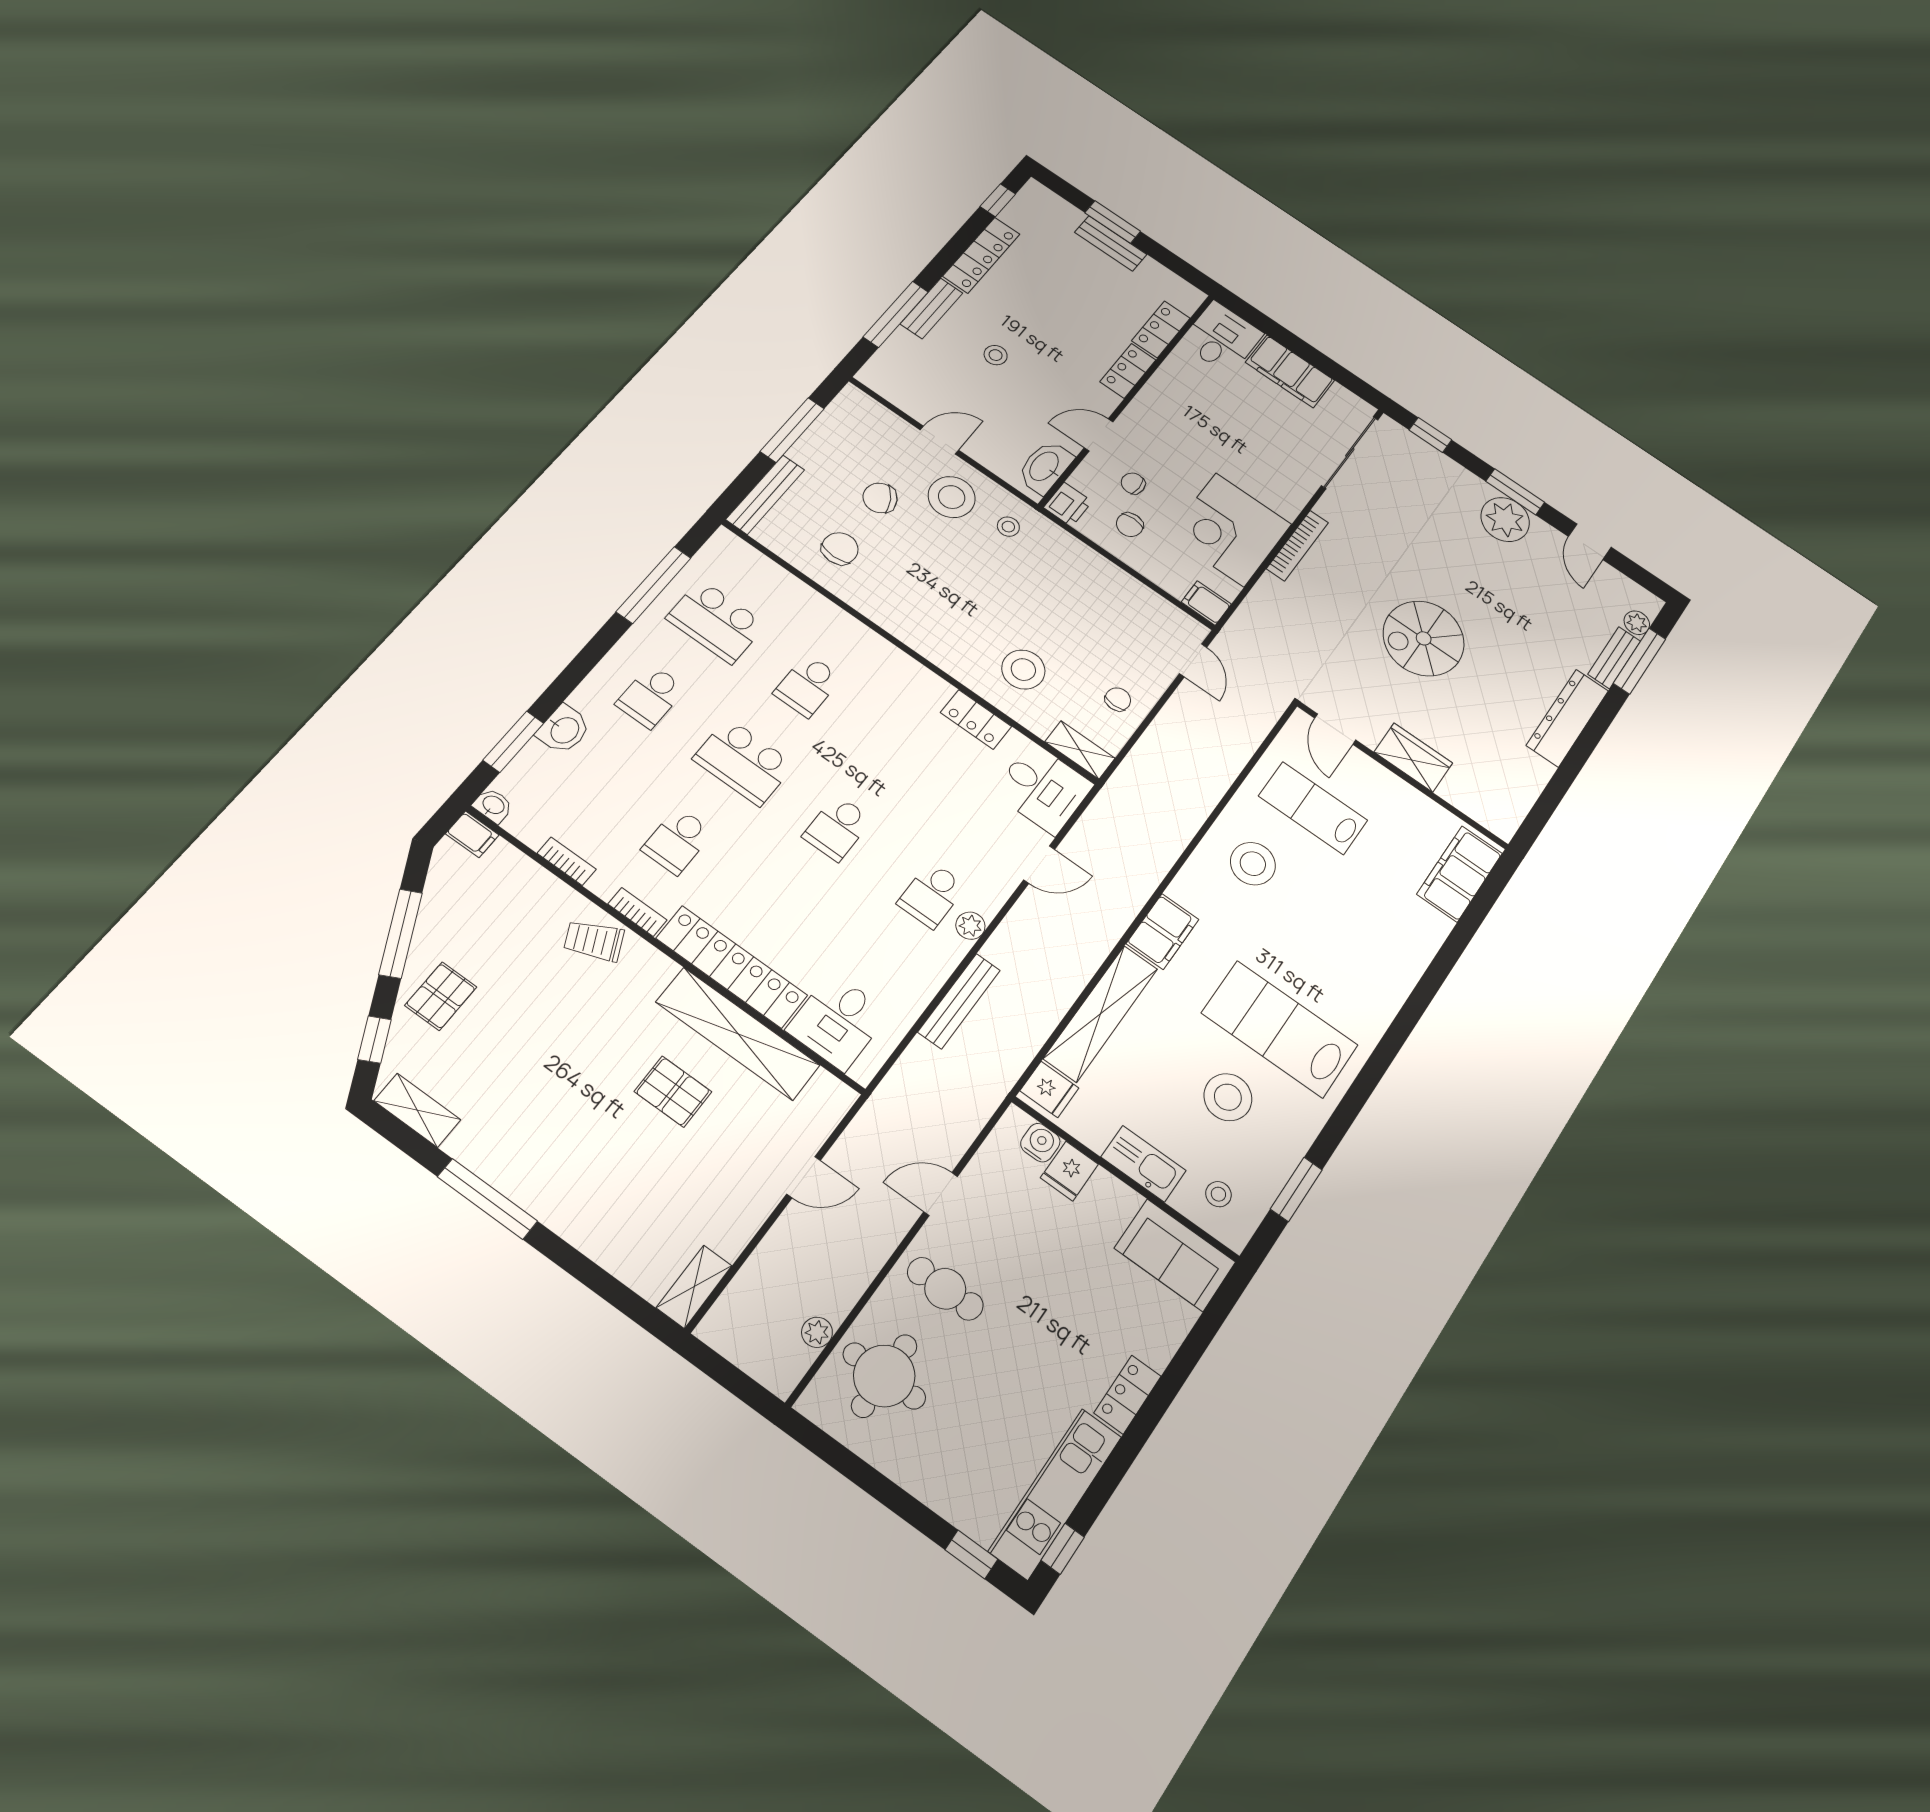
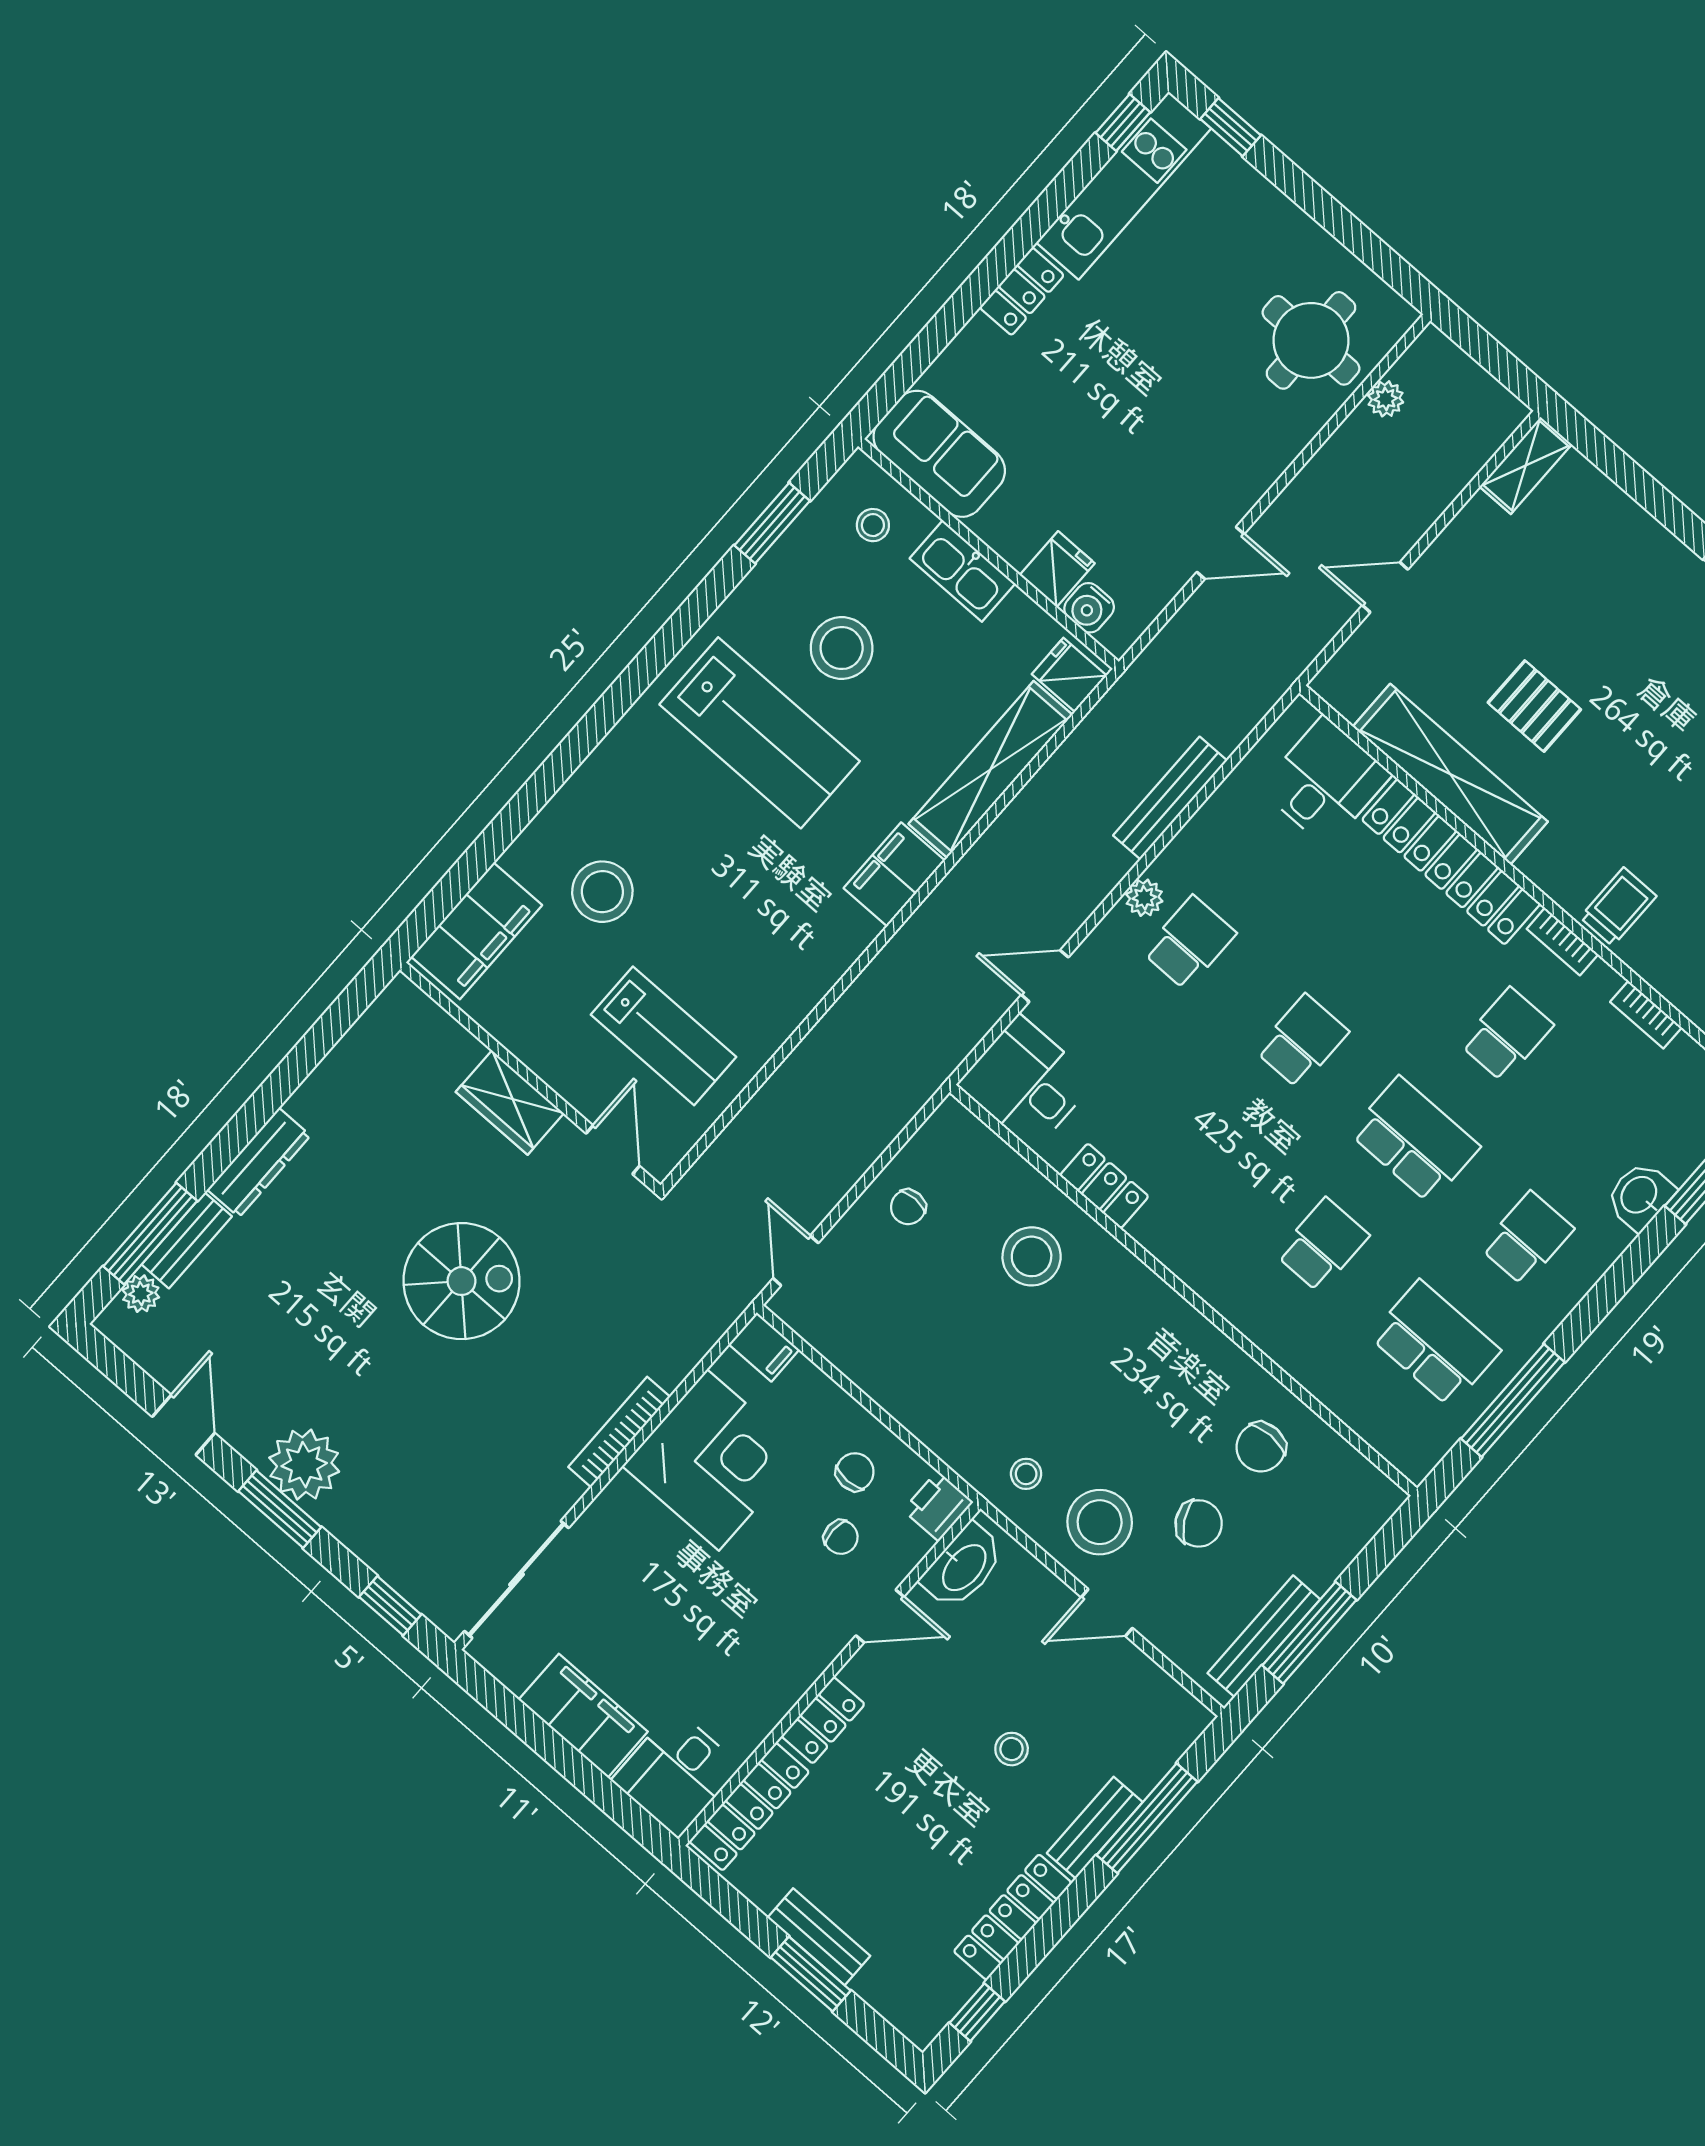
locker: (1161, 329) -> (749, 1807), width x1.53
bench: (765, 495) -> (1264, 1636), moved
dresser: (1567, 718) -> (259, 1163), width x0.73, depth x0.80
shelving: (1080, 750) -> (970, 1136), removed
stool: (1253, 864) -> (602, 892), moved
trolley: (594, 941) -> (1618, 907), turned -65
cafe table: (945, 1289) -> (1227, 437), removed

